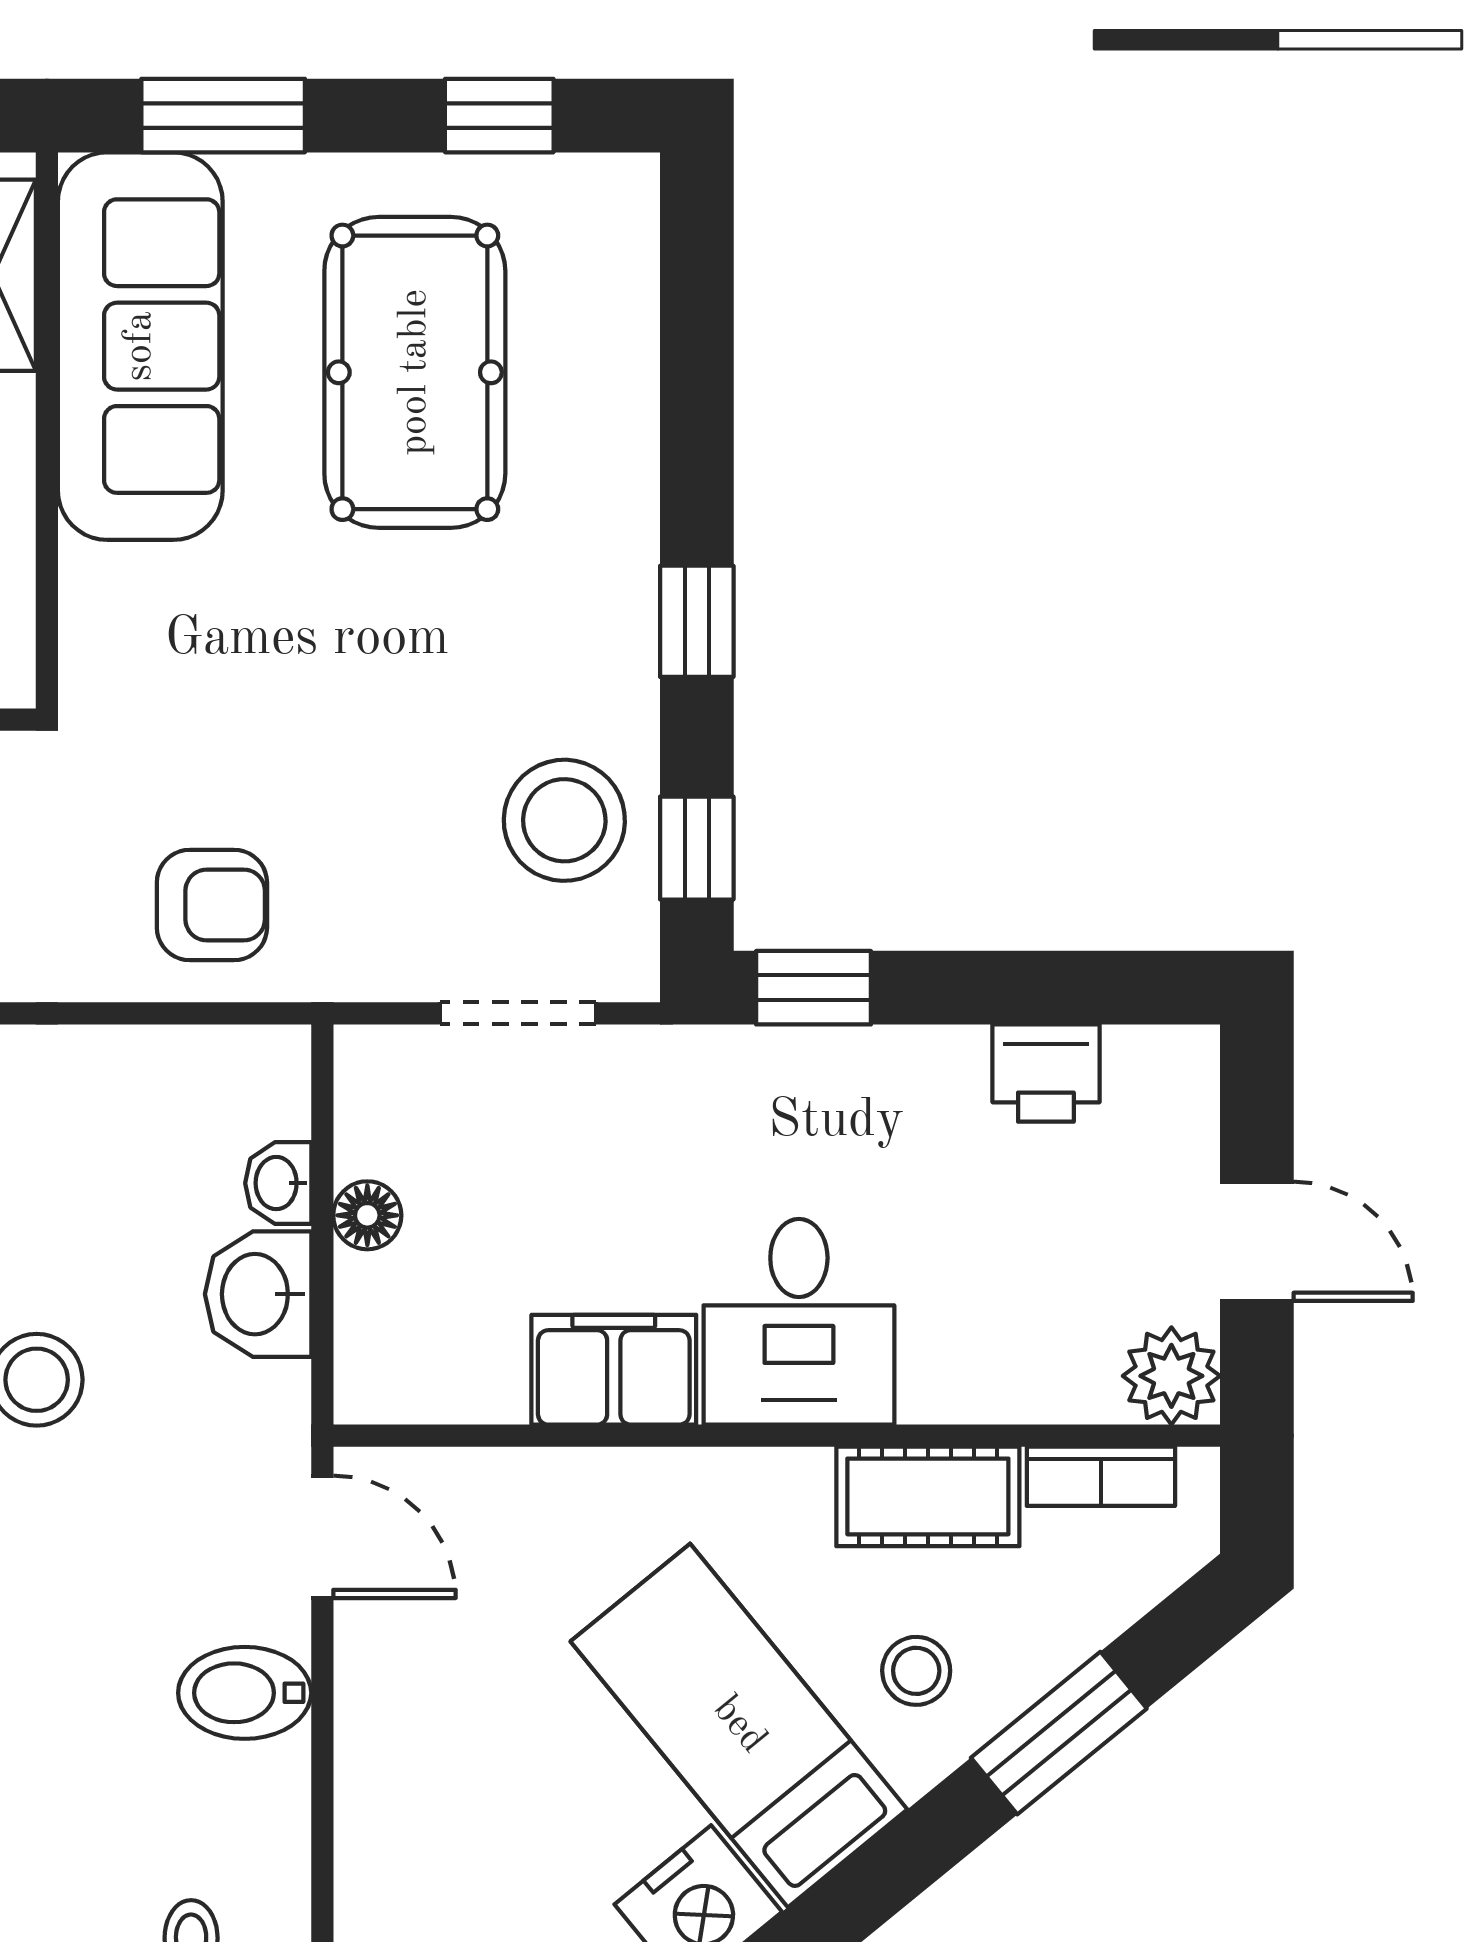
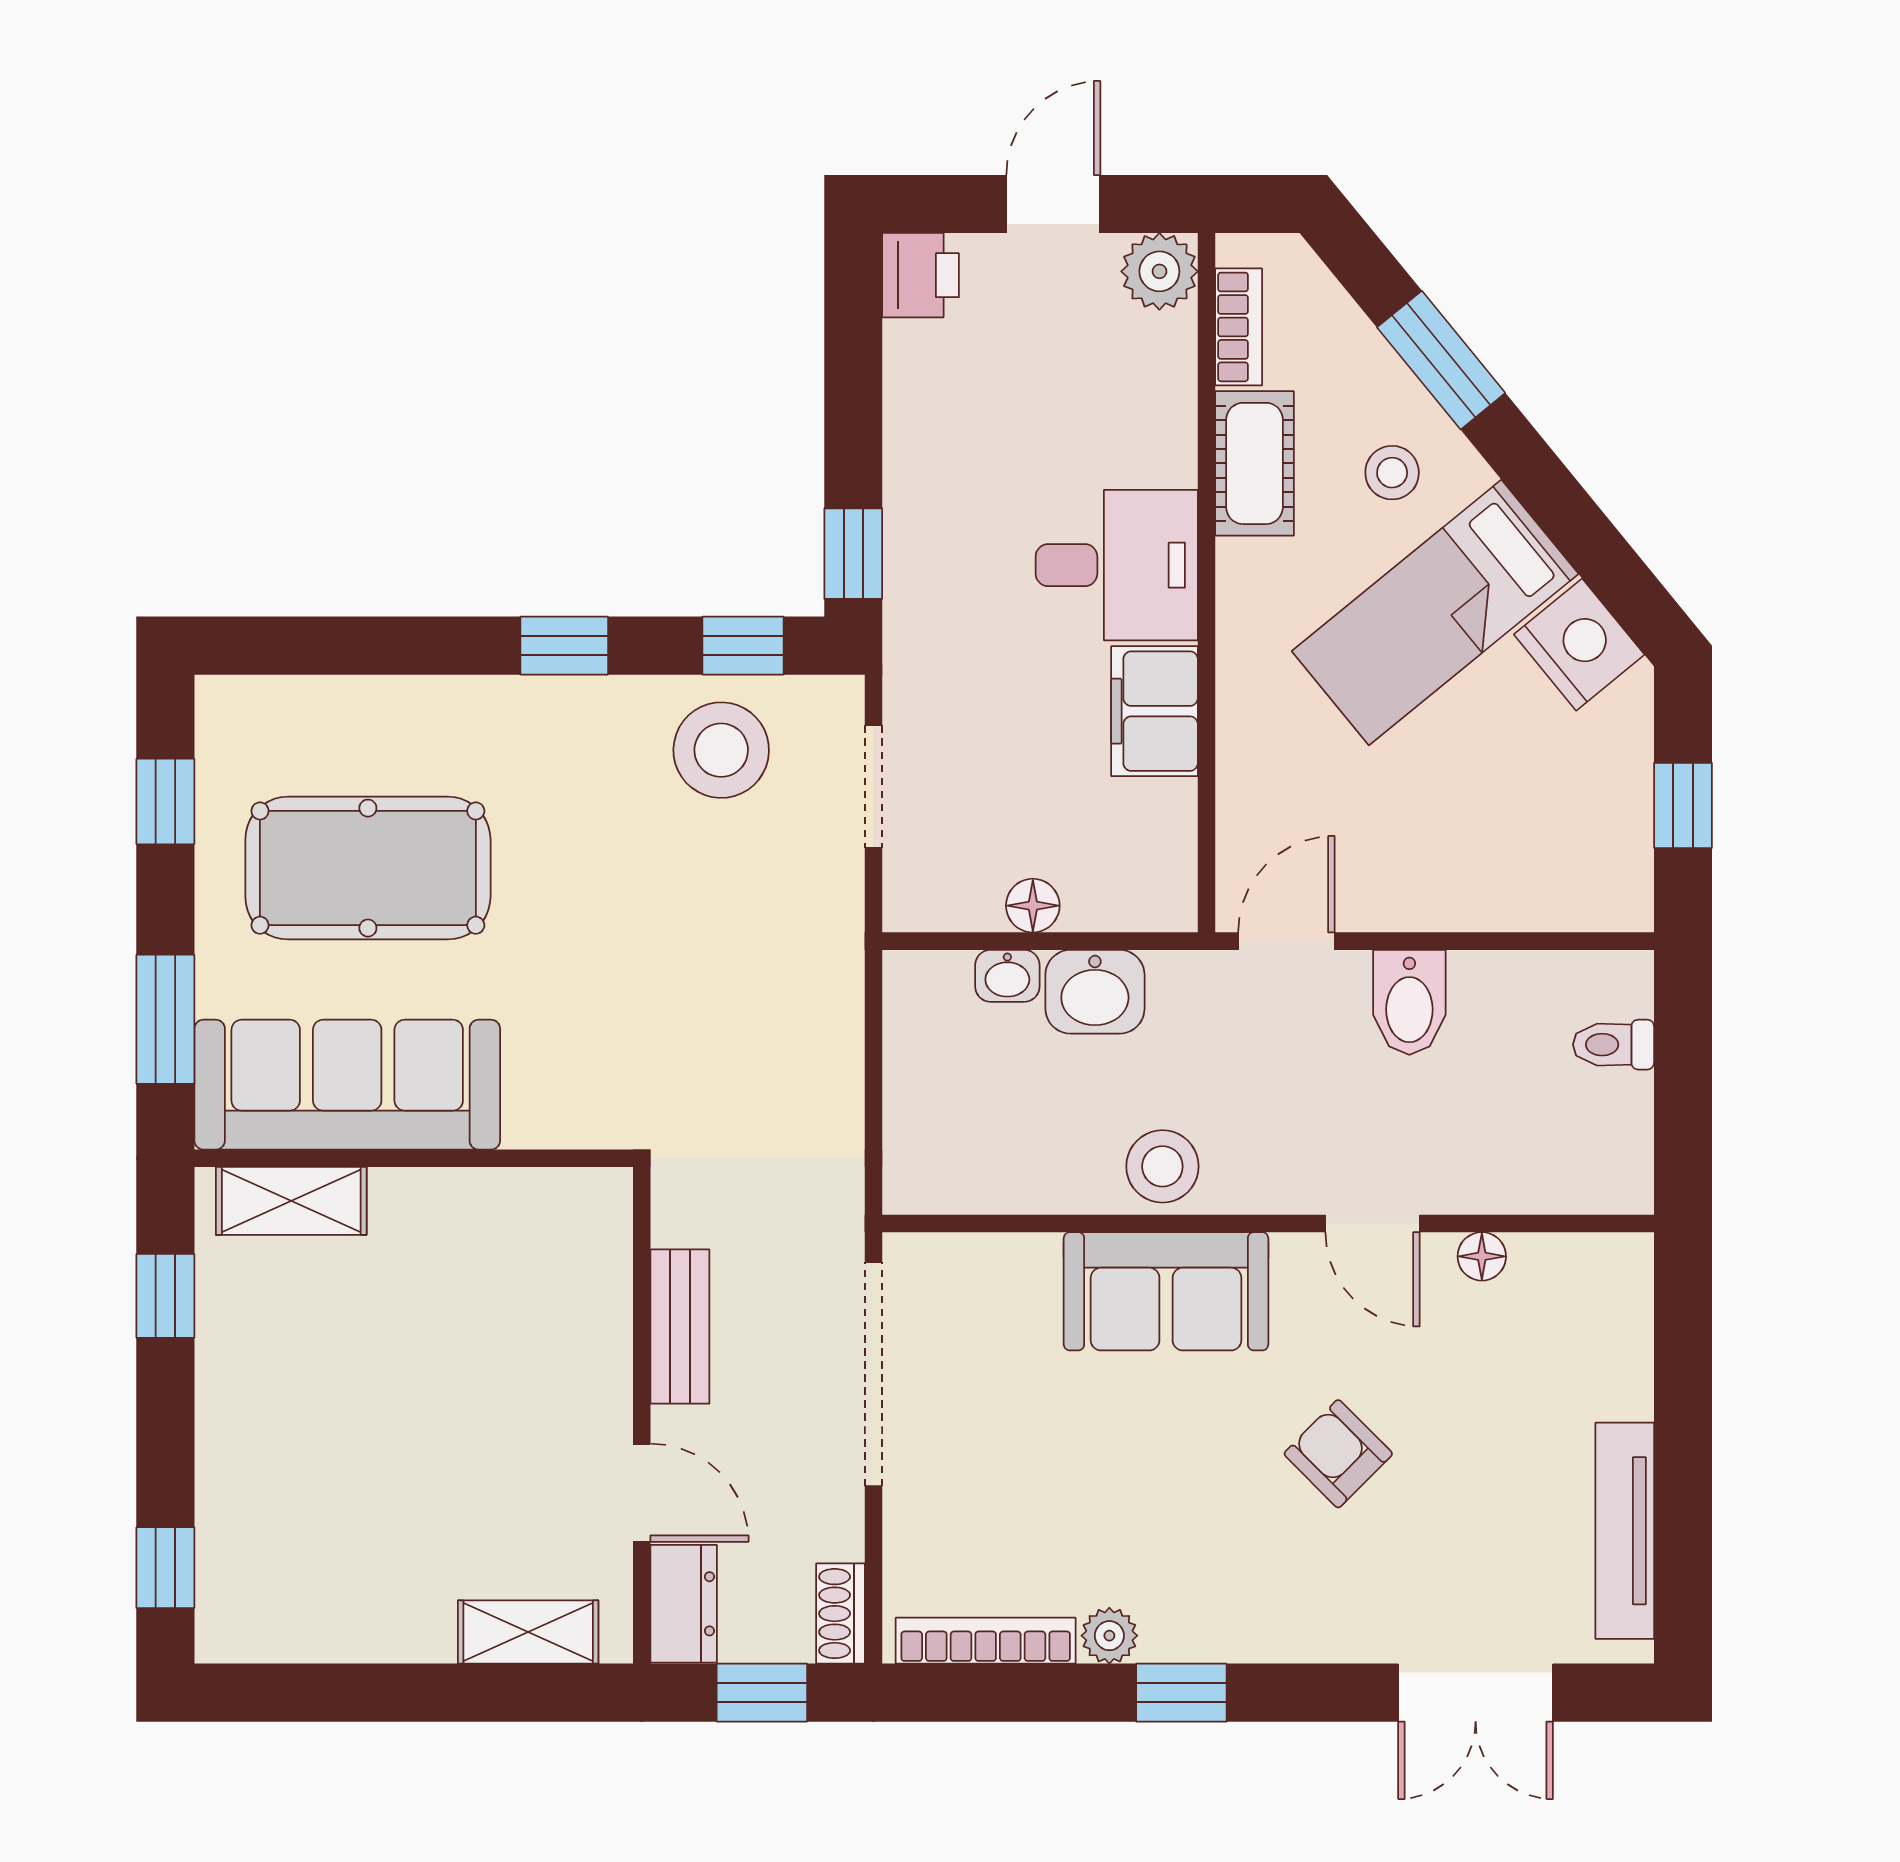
armchair: (212, 905) -> (788, 1028), removed
printer: (1046, 1073) -> (921, 275), moved

